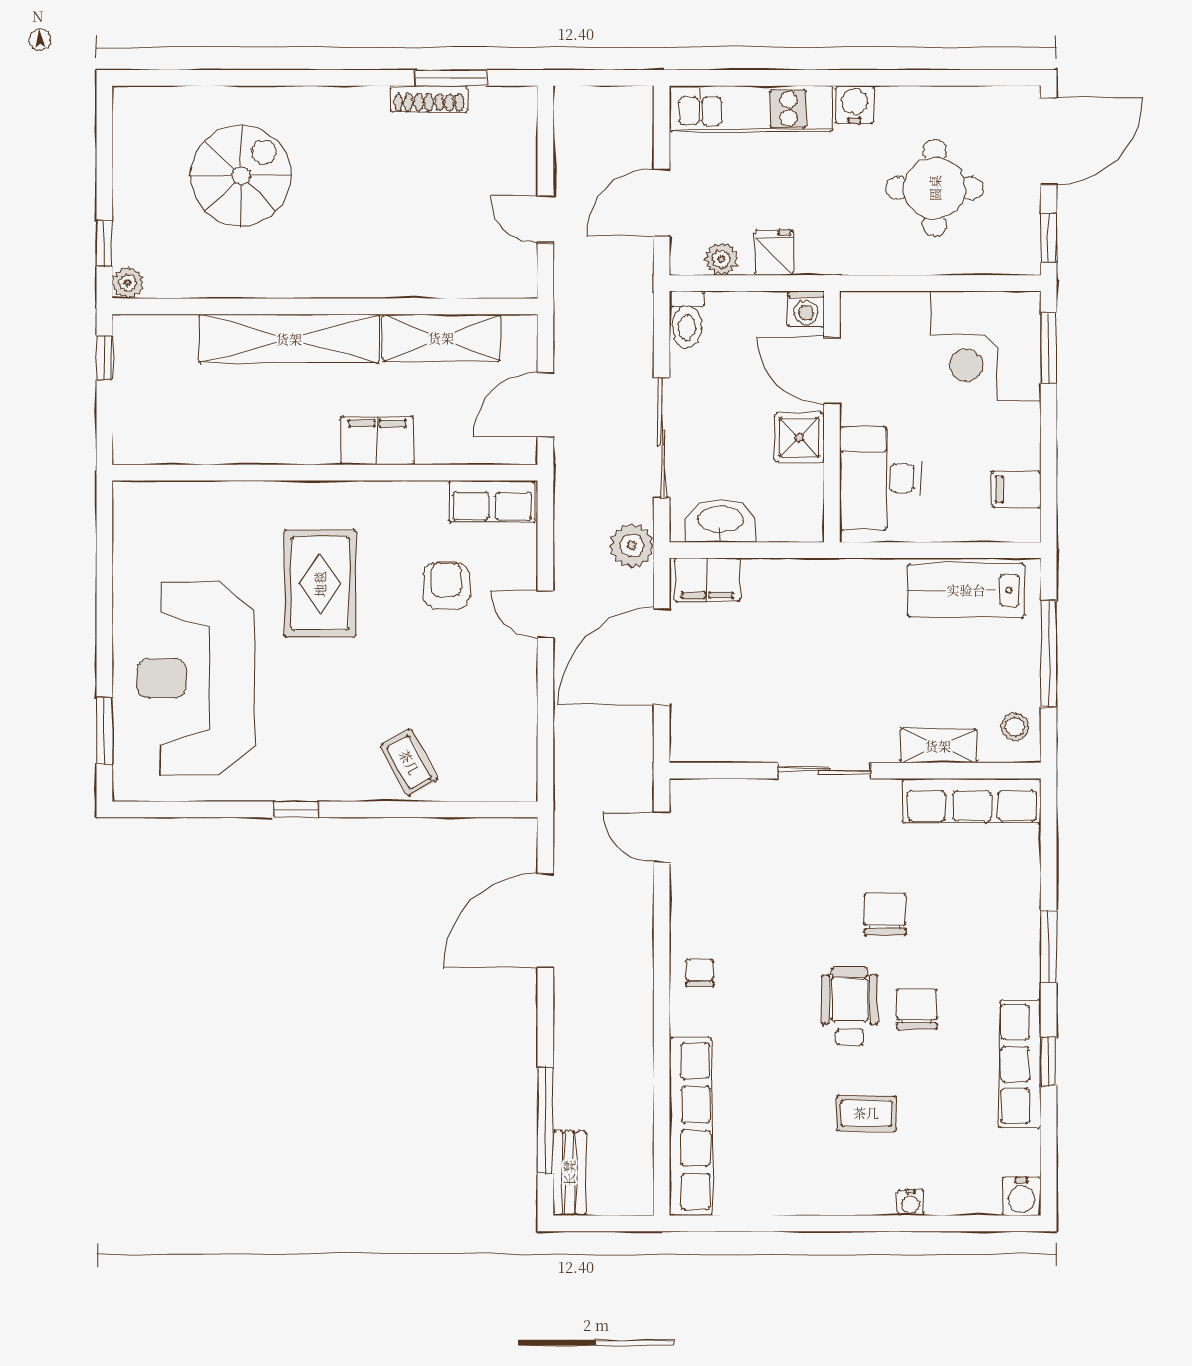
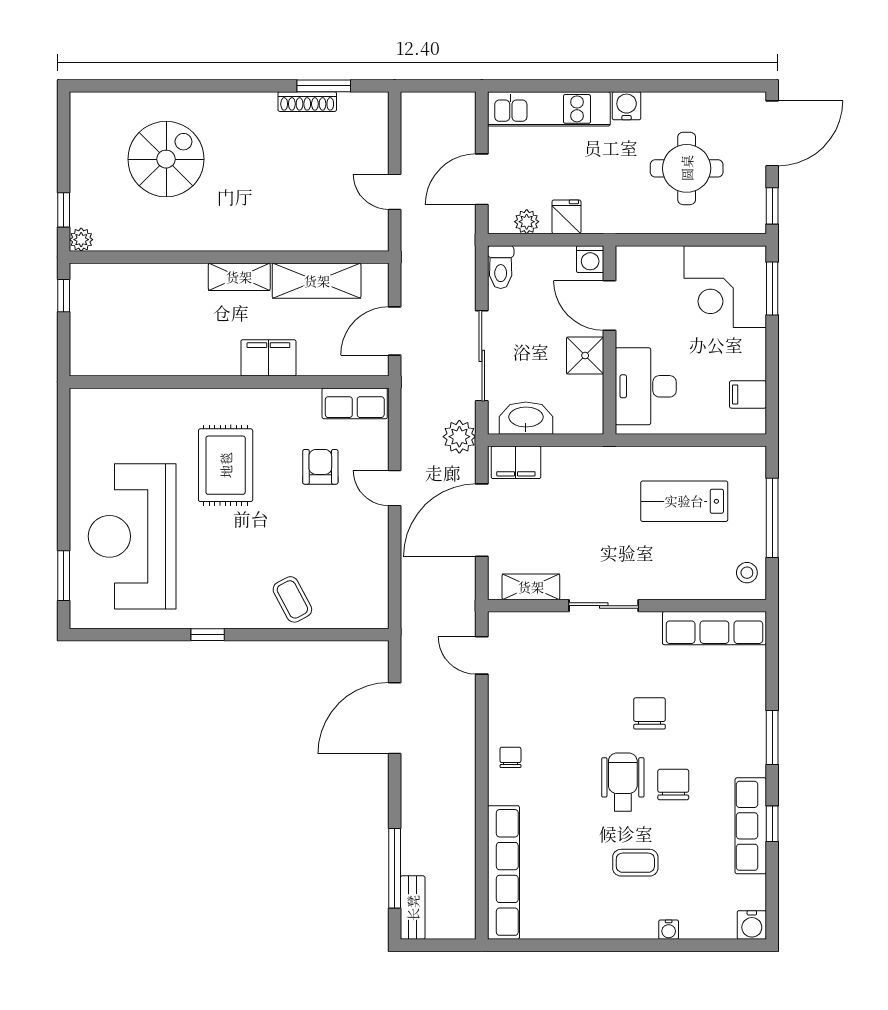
shelving: (289, 339) -> (239, 277), width x0.45, depth x0.75
lab bench: (966, 590) -> (684, 501), moved
shelving: (938, 746) -> (531, 587), moved

